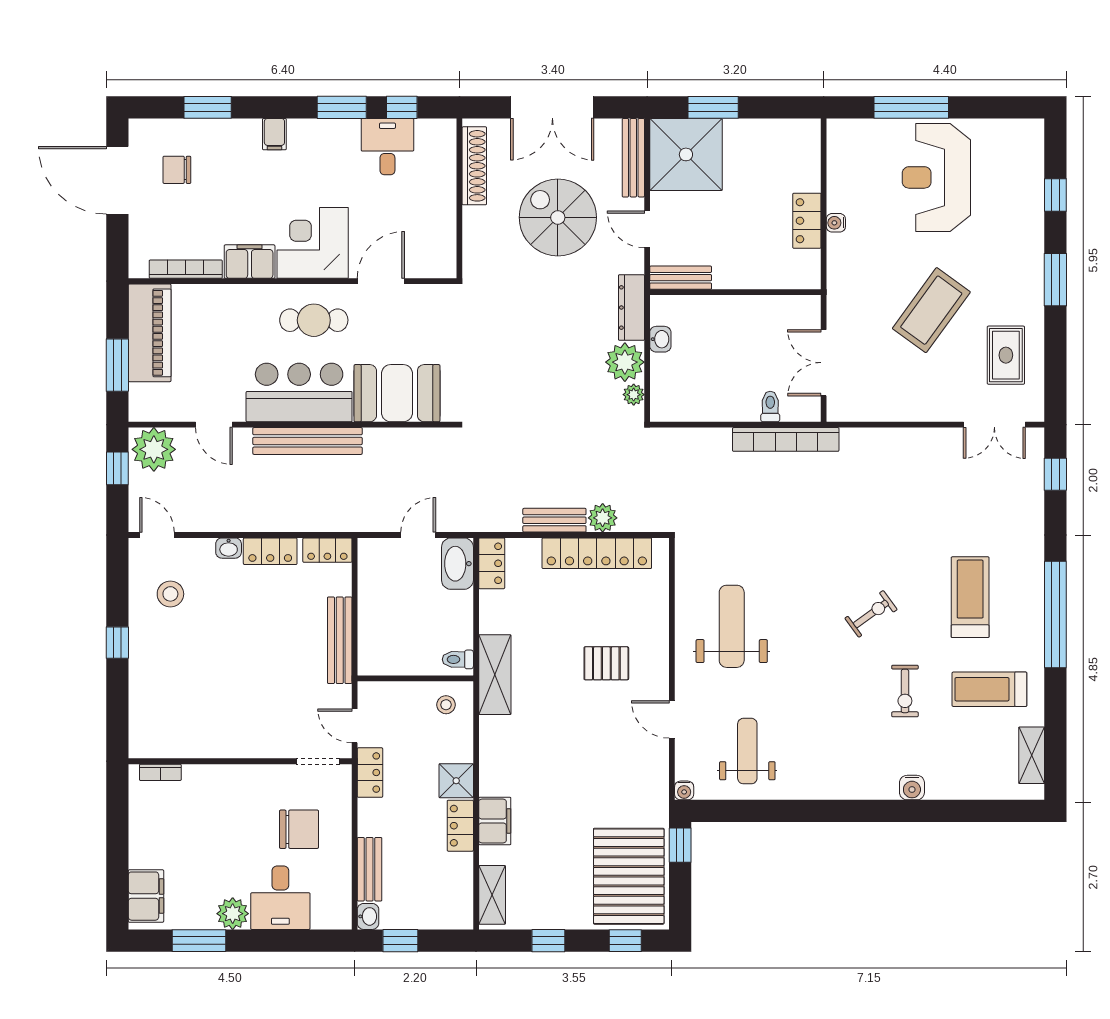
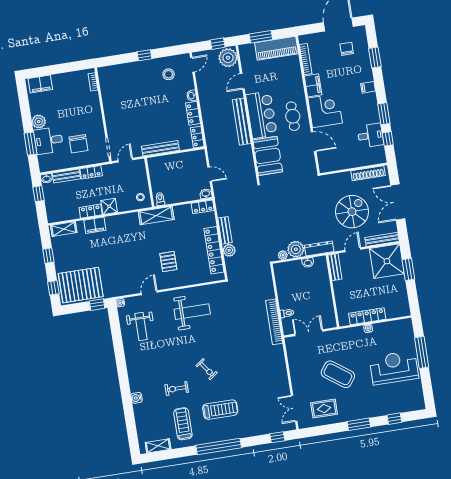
locker: (807, 221) -> (367, 316), width x1.53
washbasin: (457, 564) -> (206, 194), width x0.52, depth x0.69
weight bench: (747, 751) -> (141, 326), turned 90
locker: (370, 773) -> (91, 172), moved
window: (199, 941) -> (31, 144), moved

